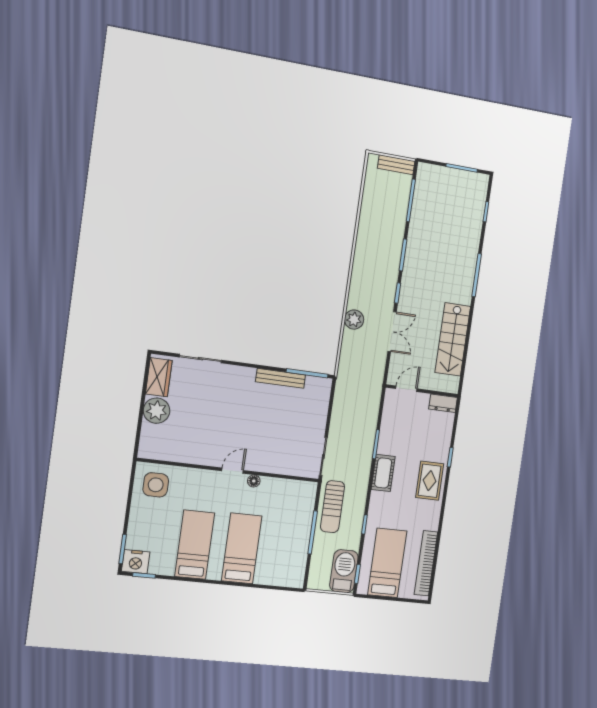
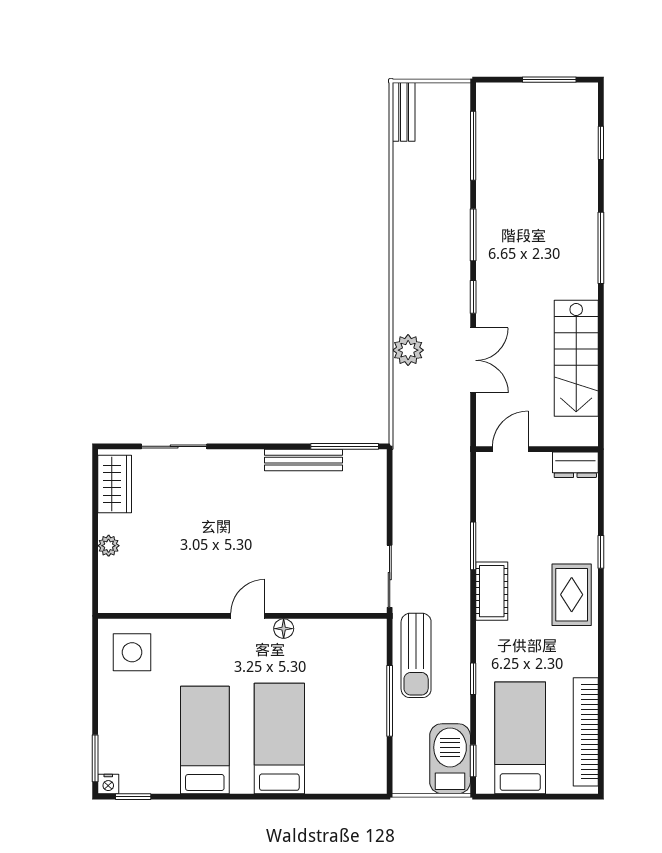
bench: (396, 165) -> (404, 112), moved, turned 90
plant: (157, 411) -> (109, 546), width x0.53, depth x0.53
nightstand: (136, 562) -> (108, 784), width x0.53, depth x0.56

